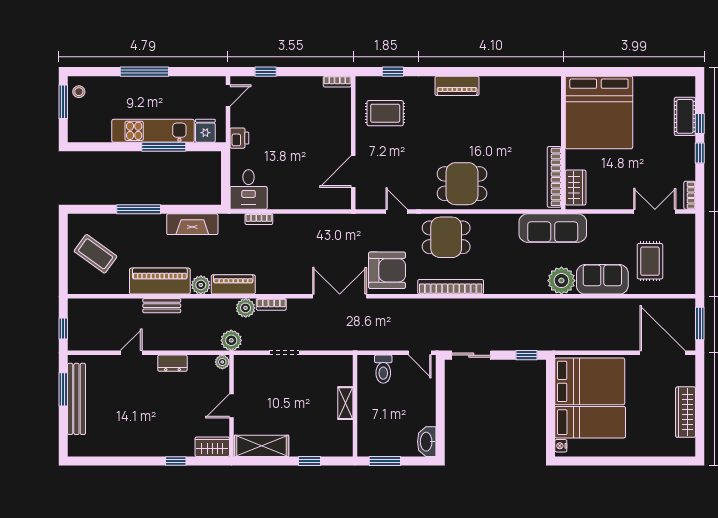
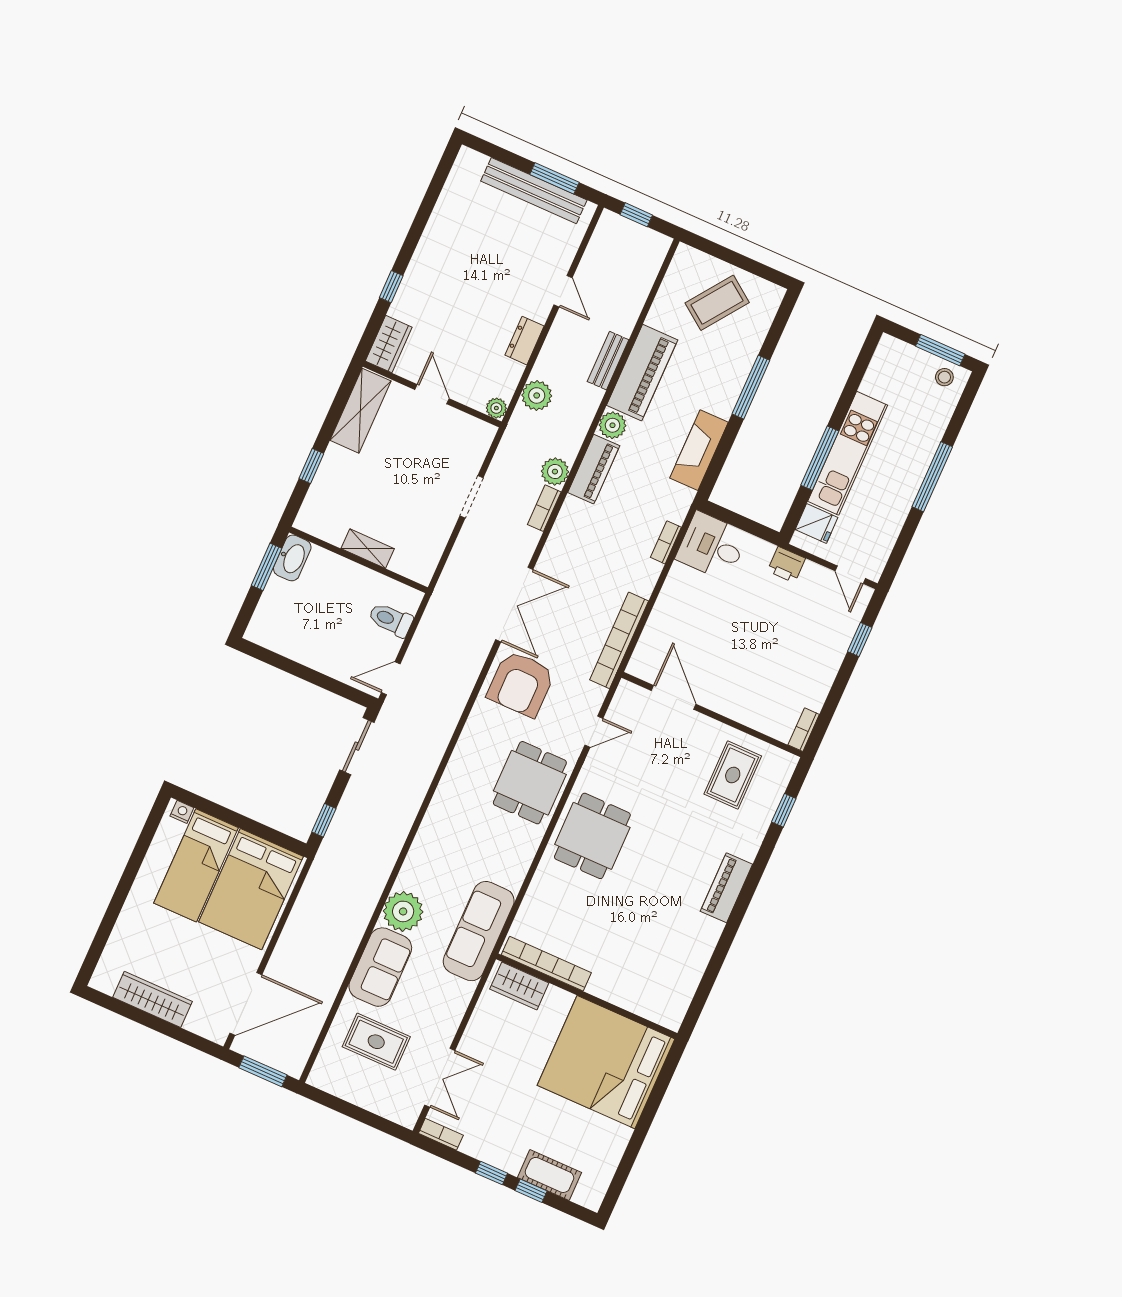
bookcase: (451, 287) -> (619, 640), moved, turned 180
plant: (231, 340) -> (537, 395), moved
washbasin: (427, 442) -> (292, 558), moved, turned 90

